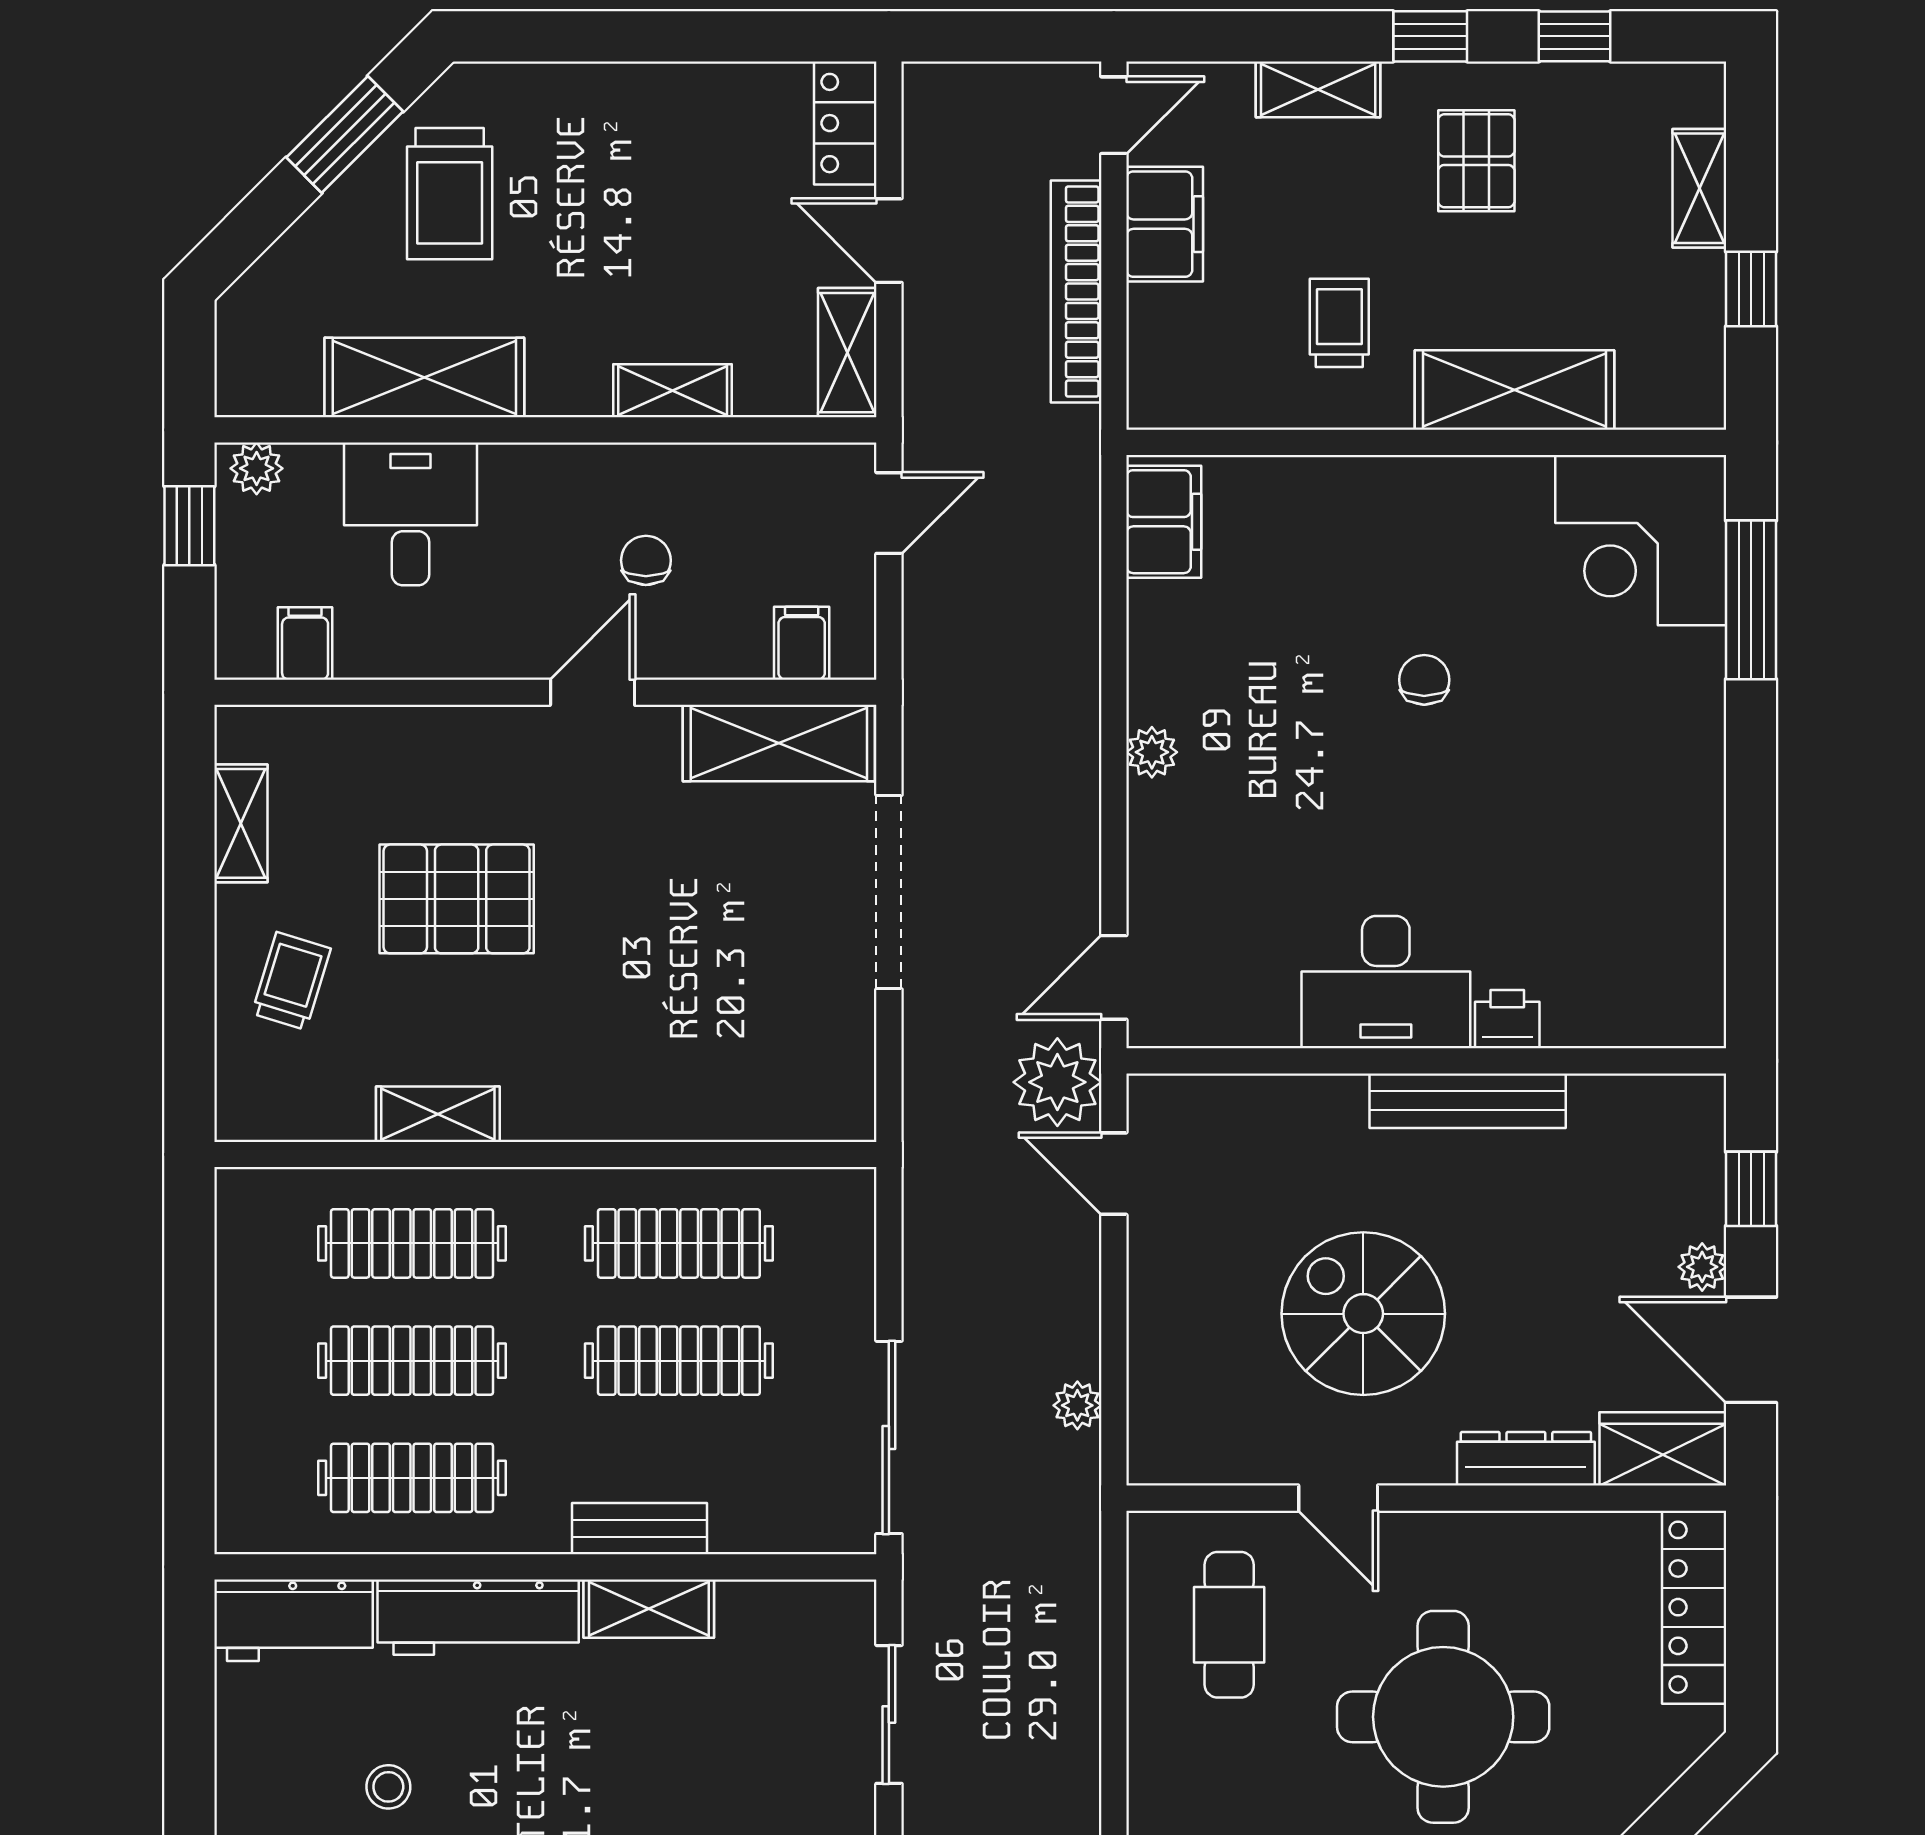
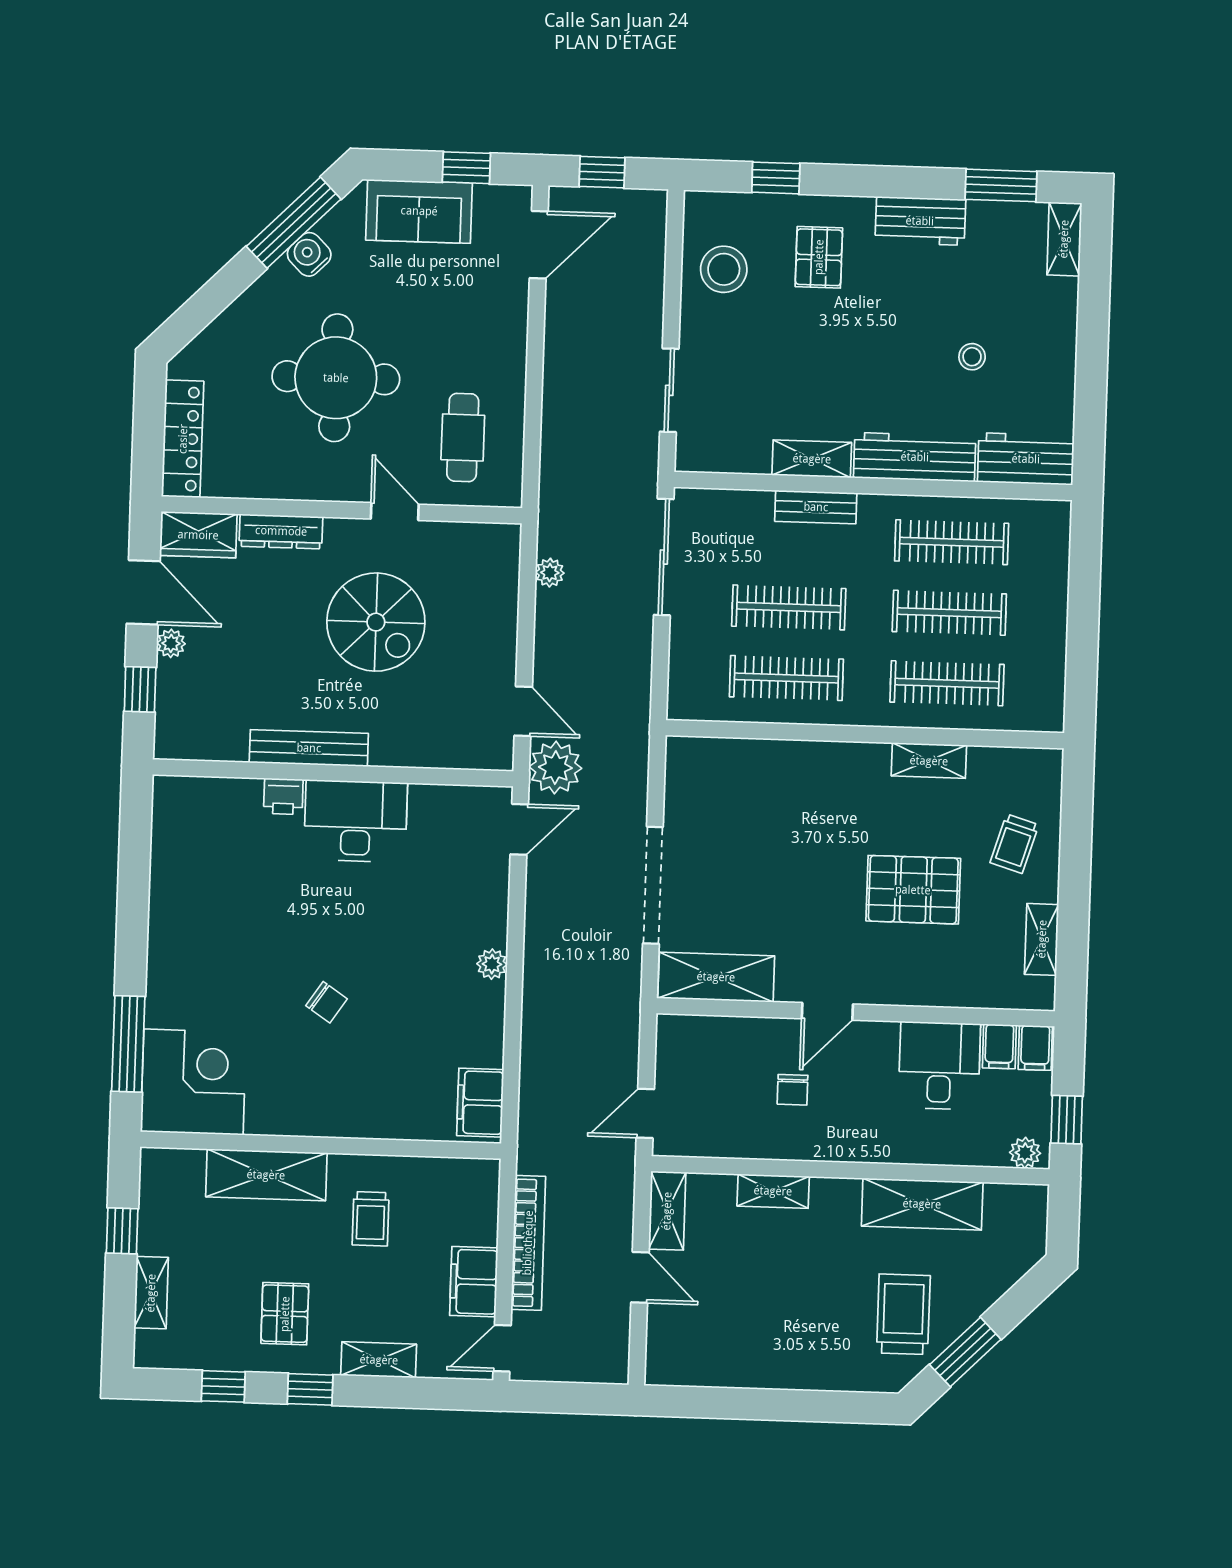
locker: (845, 123) -> (664, 1349), removed
desk: (410, 514) -> (939, 1066), moved, turned 180
filing cabinet: (802, 643) -> (1035, 1048), moved
chair: (1424, 680) -> (327, 1002), turned -56

